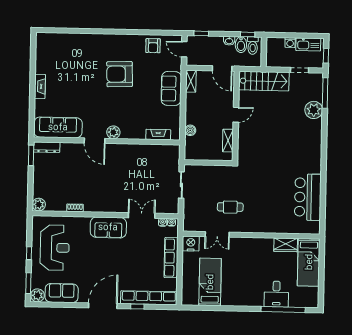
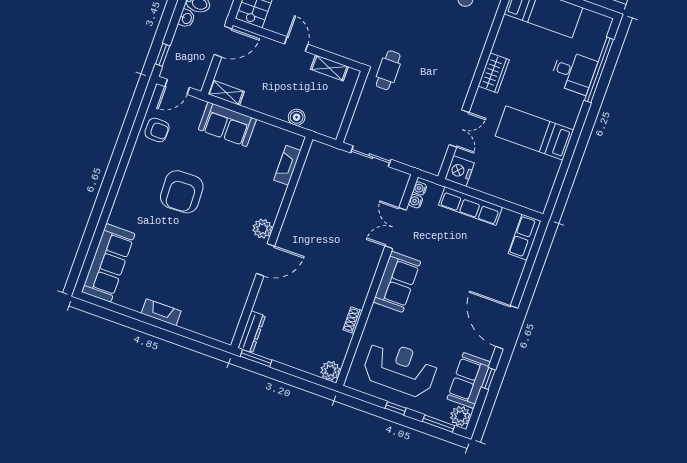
sofa: (58, 127) -> (108, 263), moved, turned 180
cafe table: (230, 207) -> (388, 70), moved
wardrobe: (286, 245) -> (494, 73), moved
bed: (210, 282) -> (534, 133), moved
row of seats: (149, 298) -> (525, 237), width x0.50
window: (137, 306) -> (488, 379), moved

